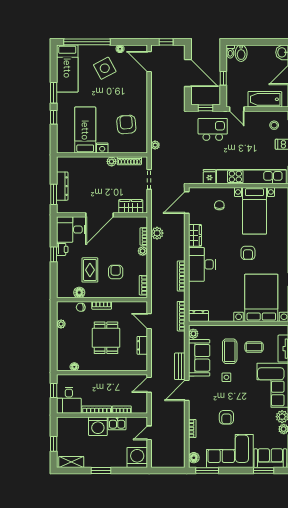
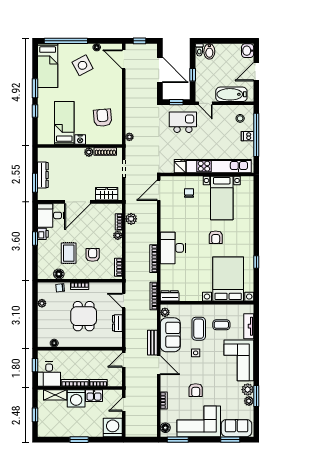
wardrobe: (195, 235) -> (166, 221), removed
door: (187, 390) -> (159, 365), swing flipped
shelving: (71, 462) -> (55, 395), moved

